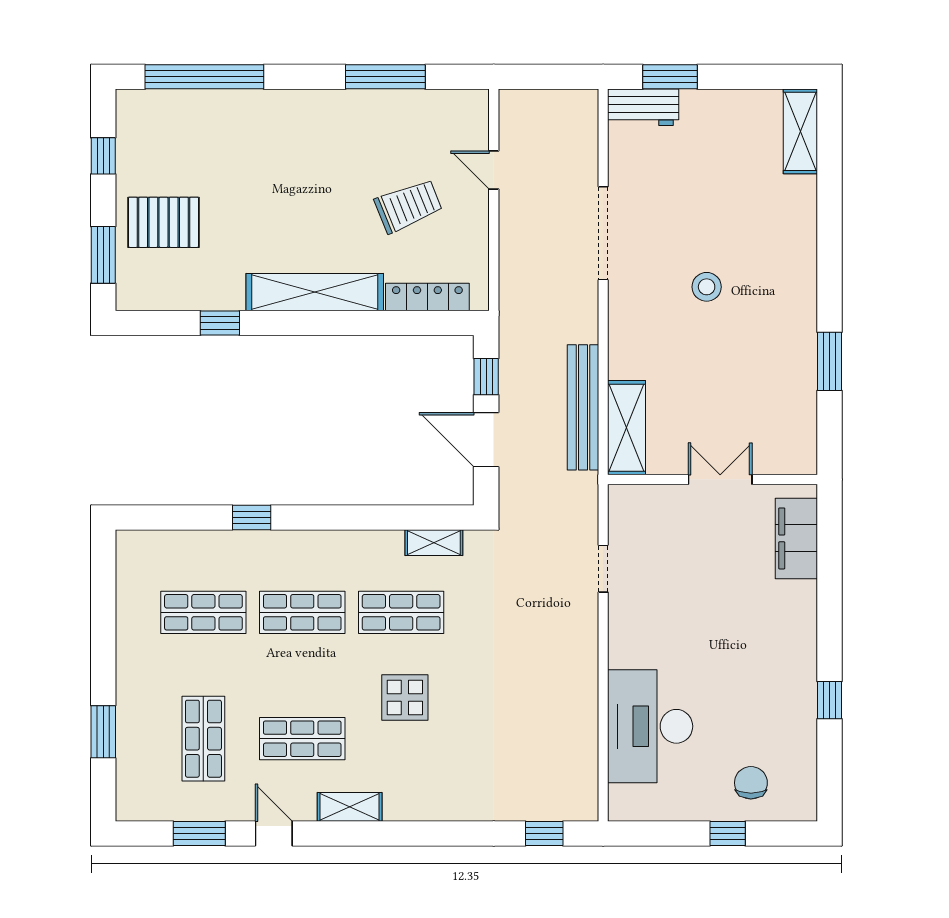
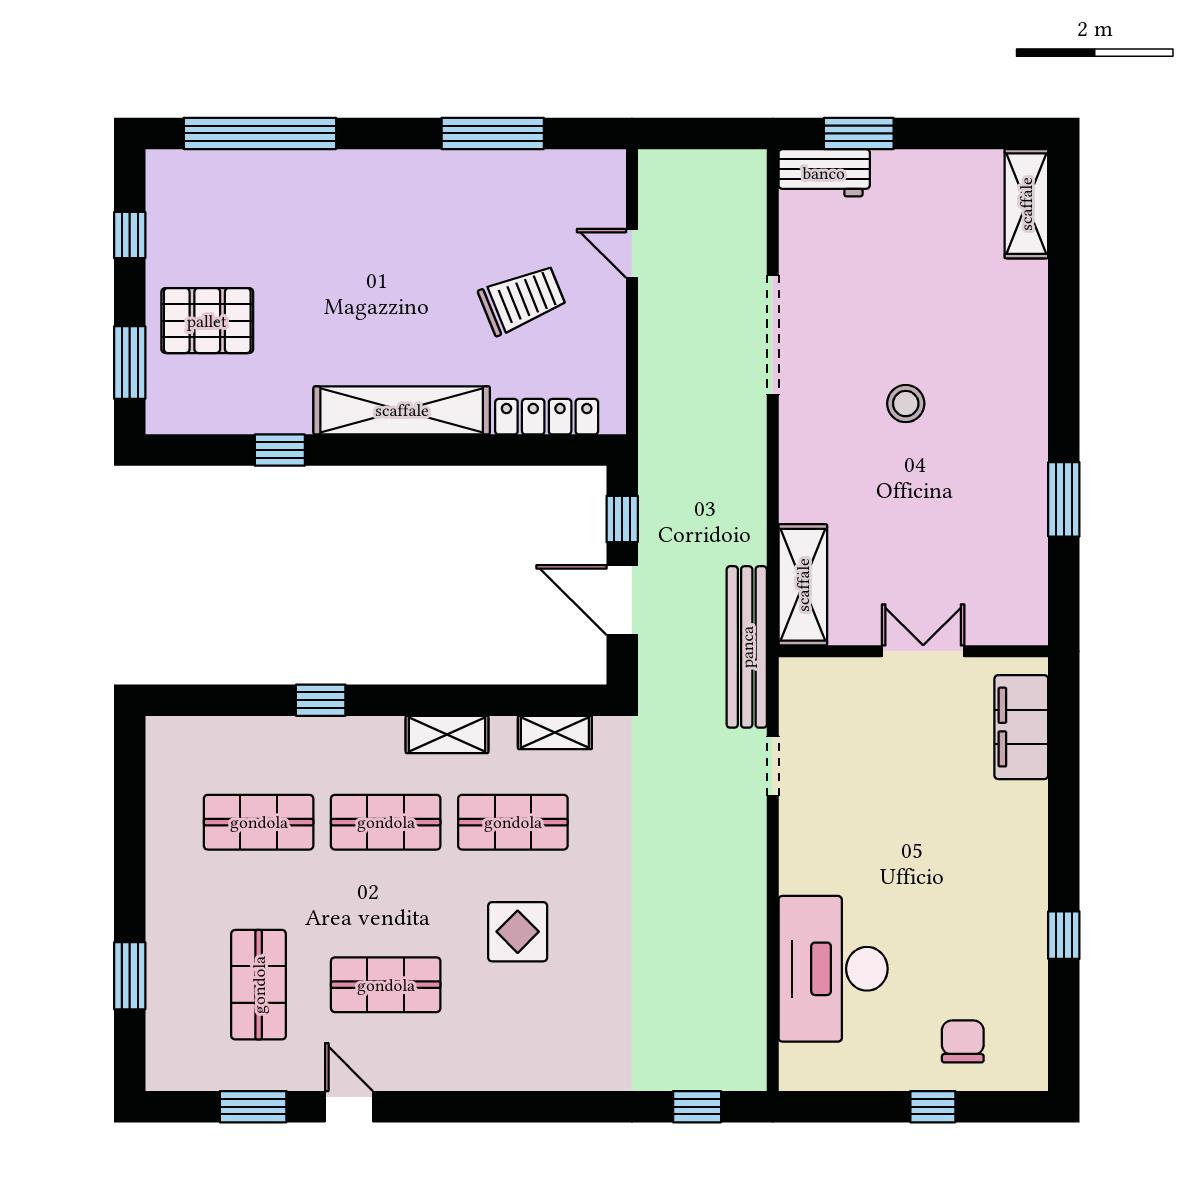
bench: (583, 407) -> (747, 647), moved
shelving: (350, 807) -> (447, 734), moved

